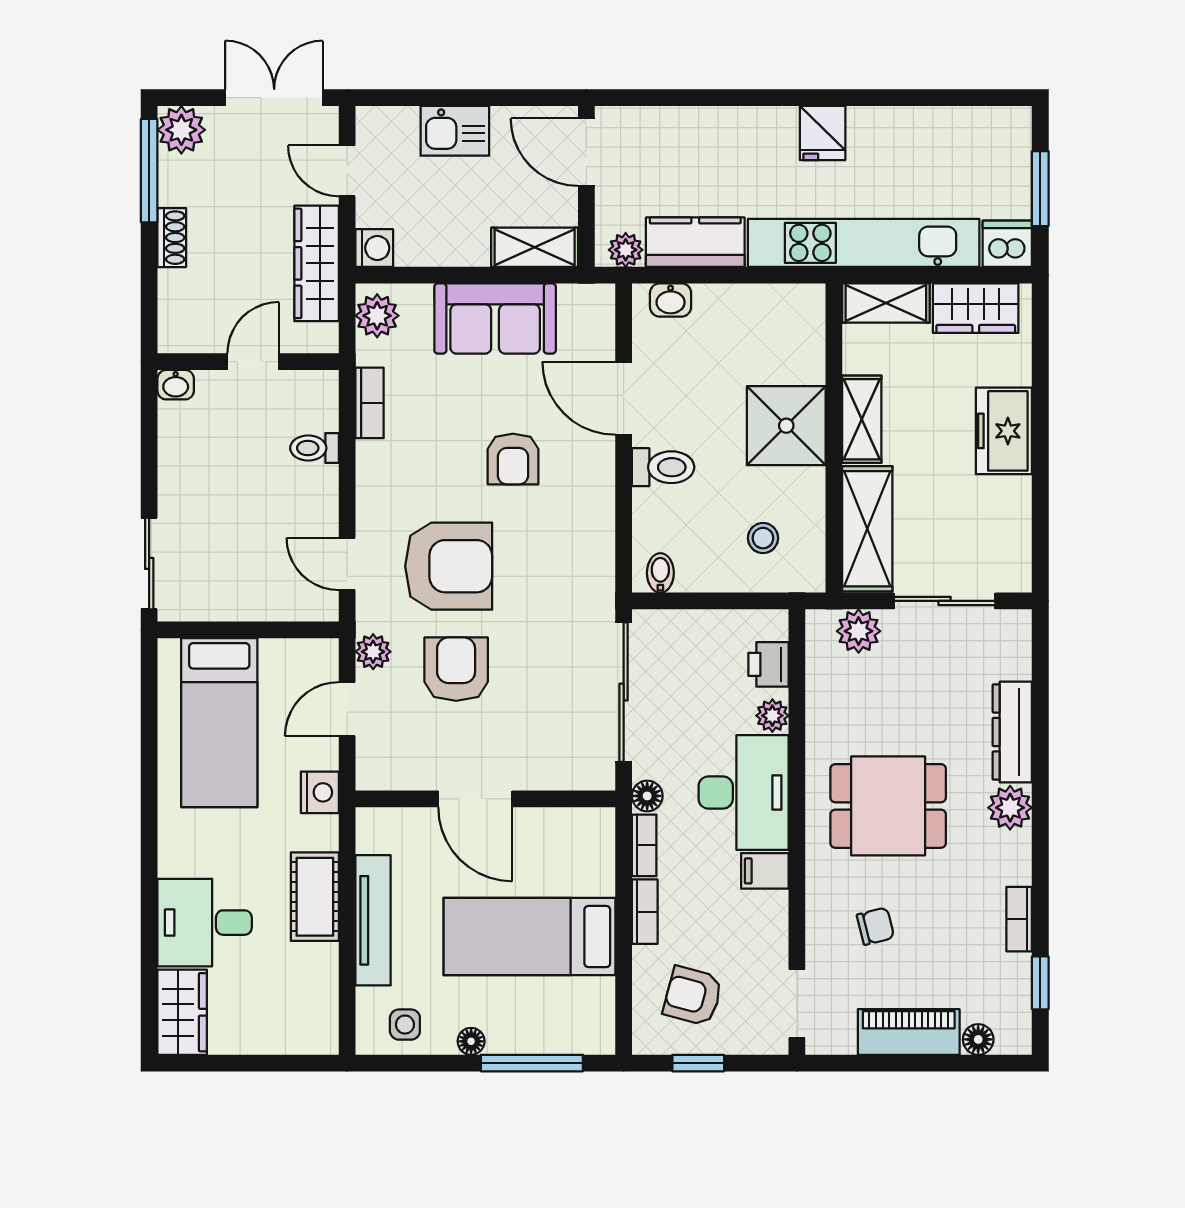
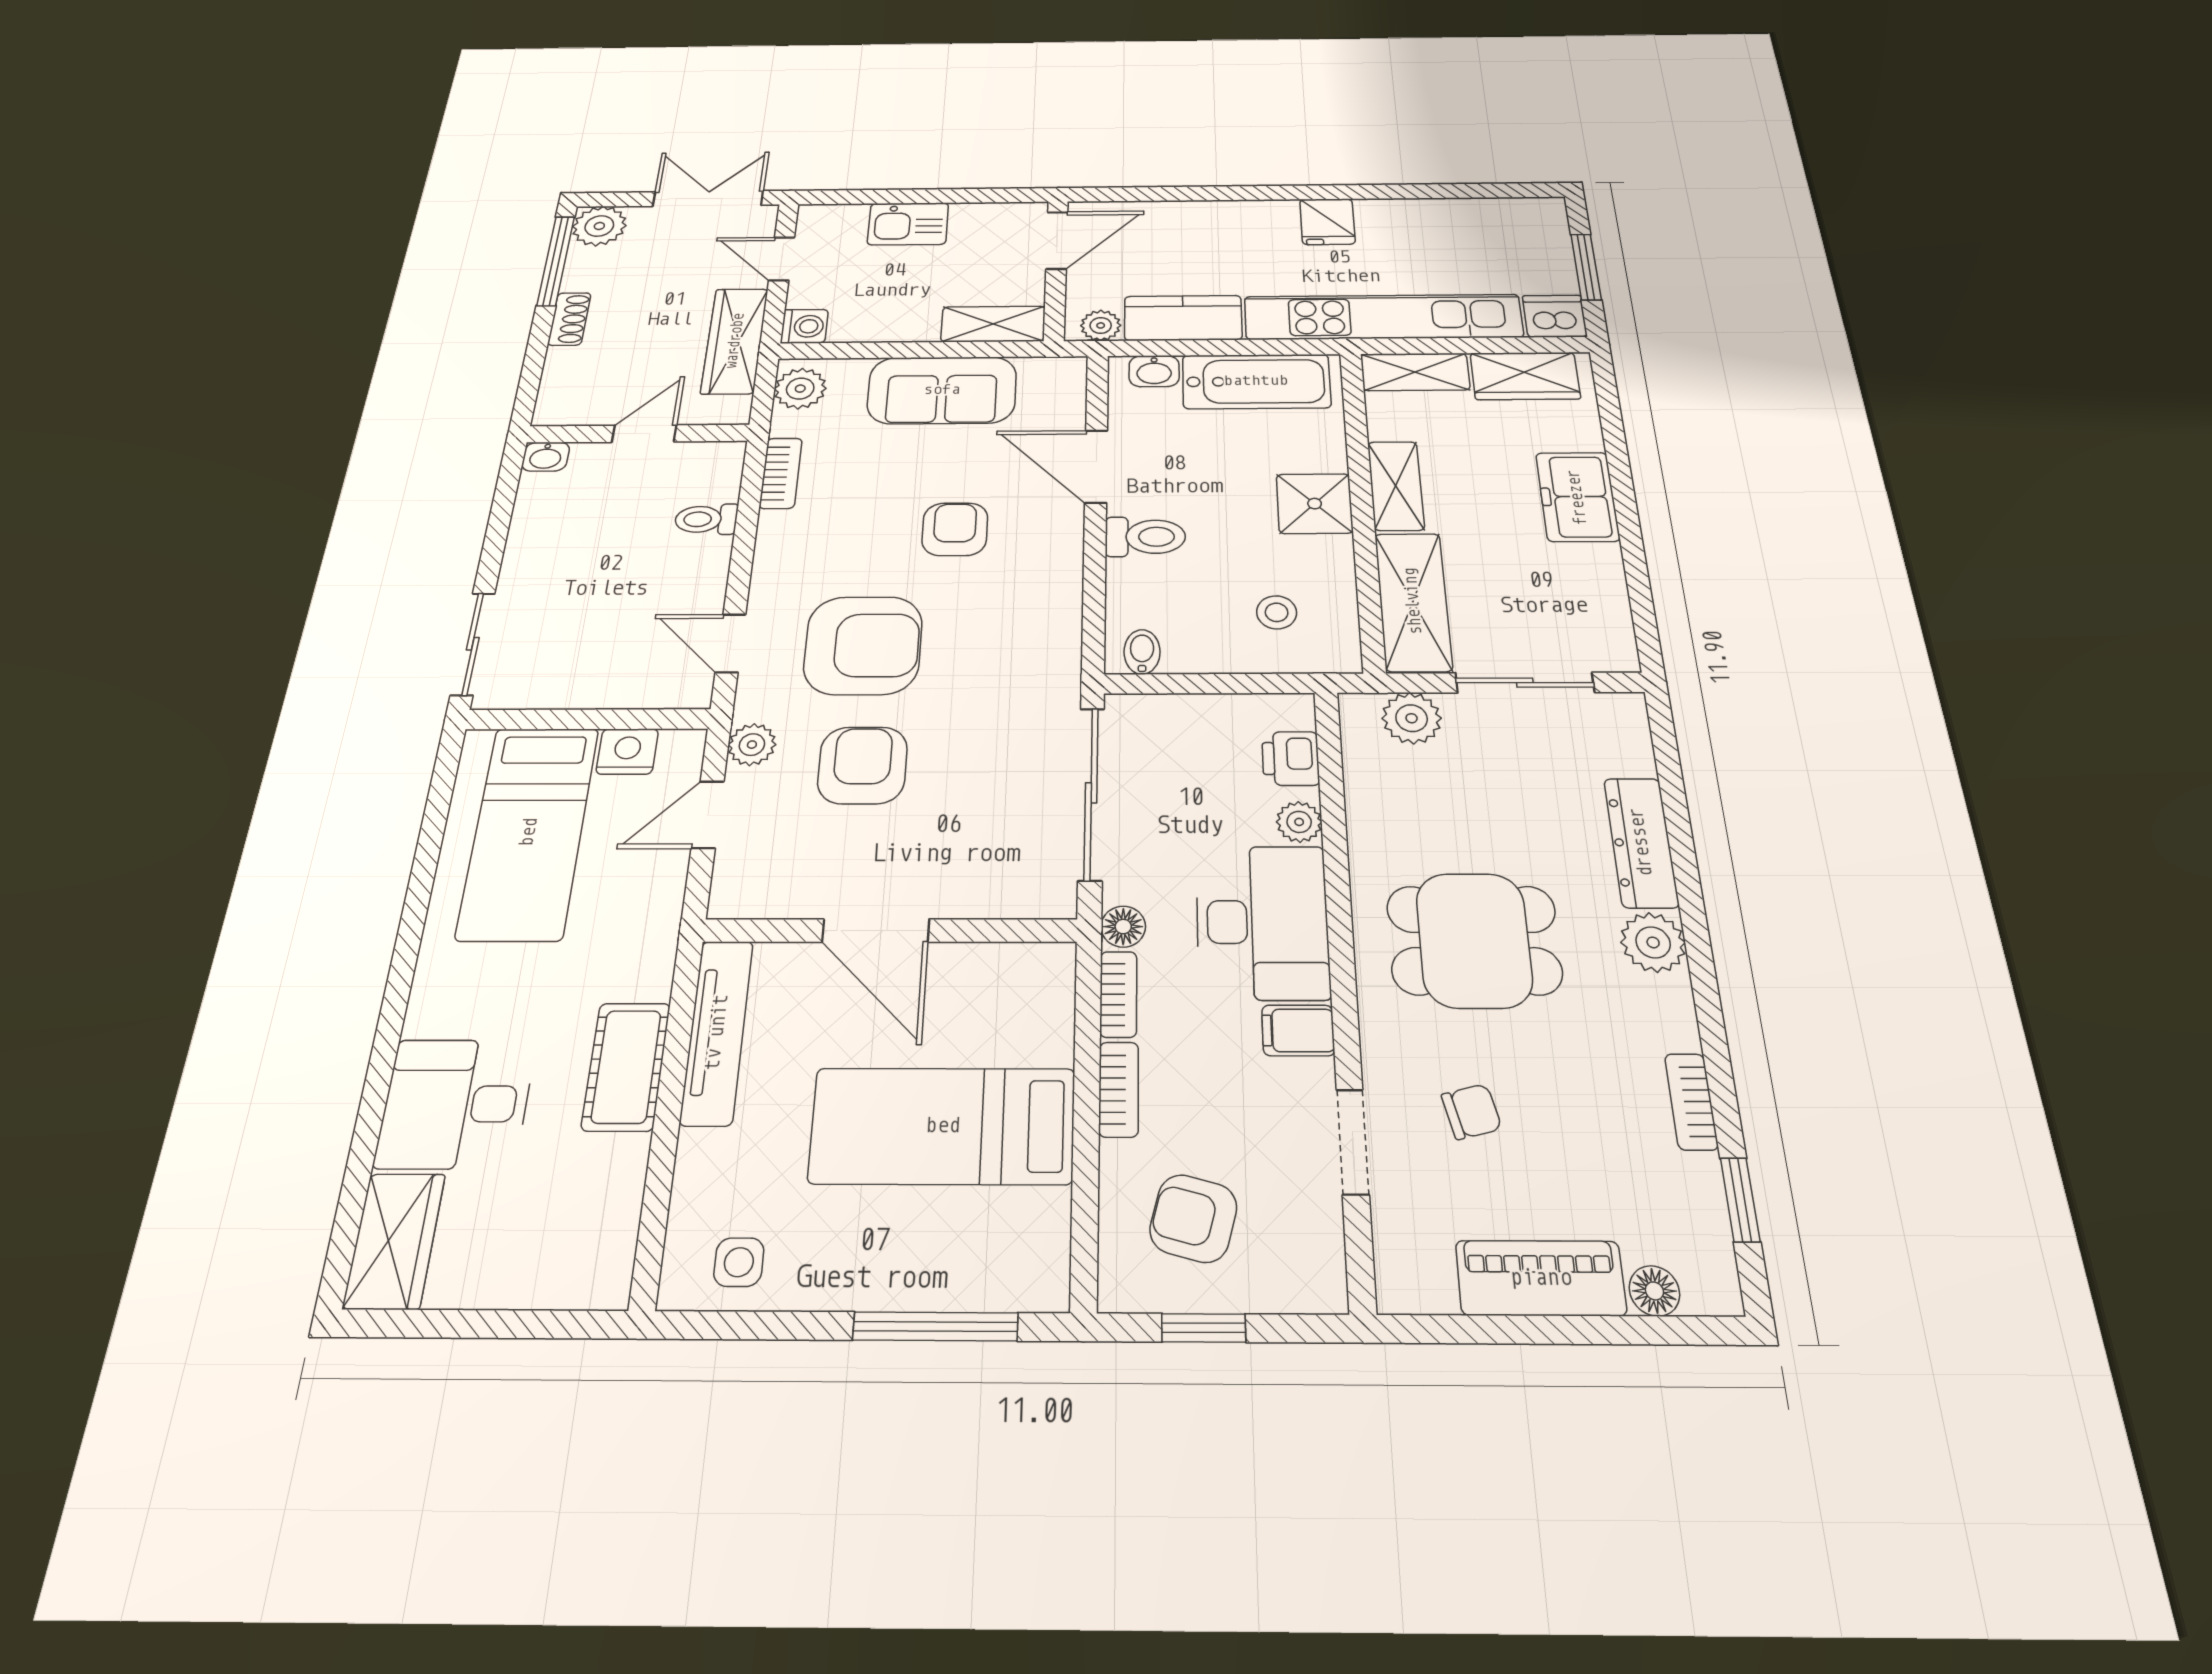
door: (586, 152) -> (1057, 240), swing flipped
bathtub: (755, 312) -> (1256, 381), added
shower: (786, 426) -> (1315, 504), width x0.73, depth x0.73
armchair: (513, 459) -> (955, 529), turned 180
nightstand: (320, 792) -> (627, 751), moved, turned -90
tv unit: (373, 920) -> (717, 1032), moved
doorway: (797, 1004) -> (1353, 1142), moved
floor lamp: (471, 1041) -> (841, 1290), removed

